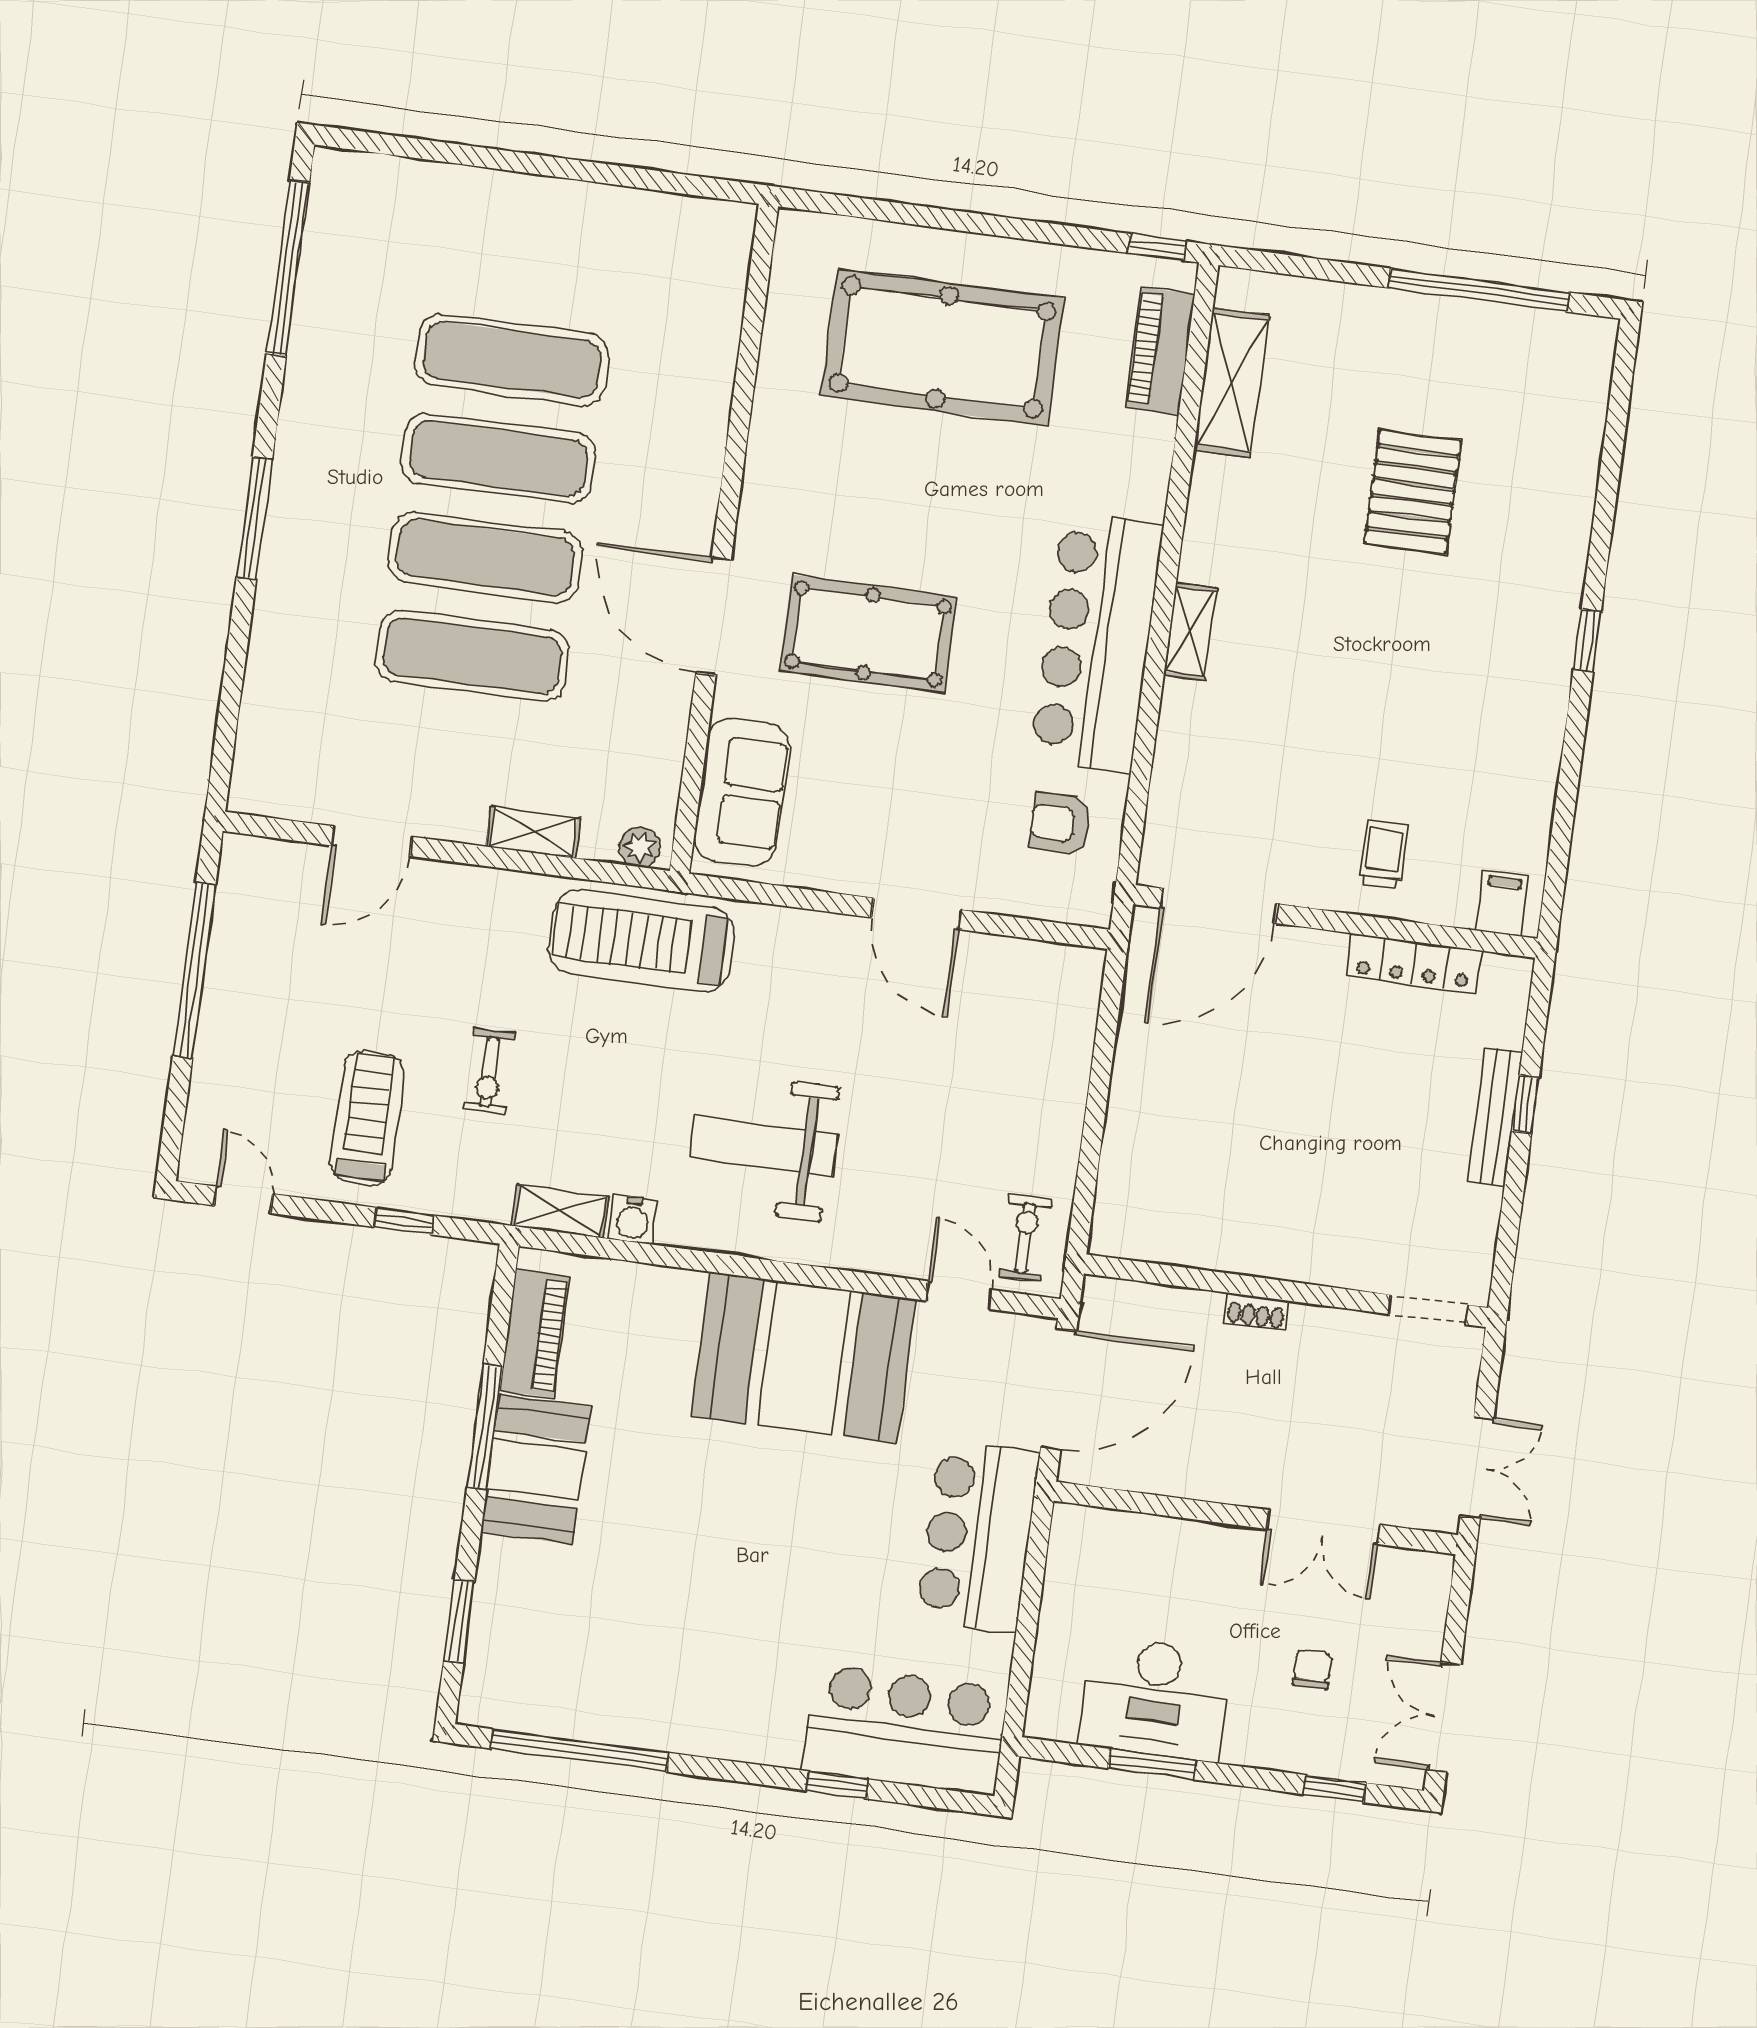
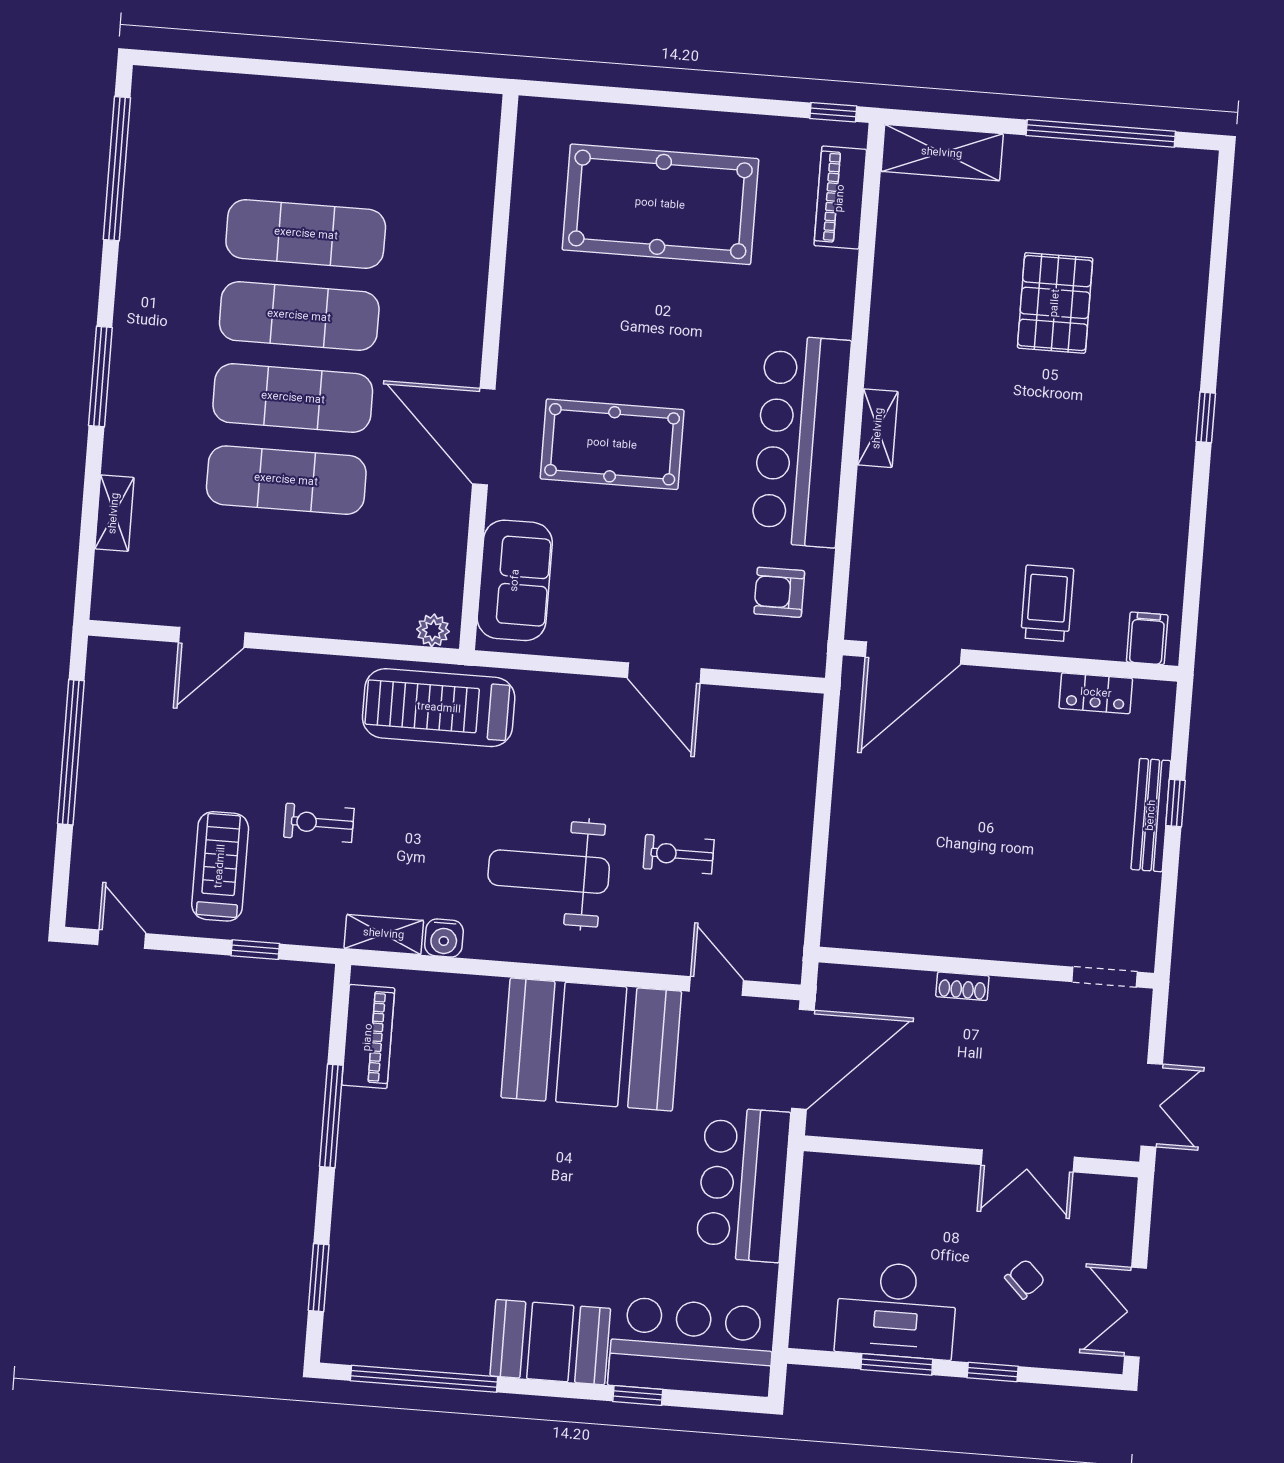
shelving: (1232, 382) -> (942, 153), moved, turned 90
shelving: (533, 832) -> (114, 513), moved, turned 90
trolley: (1383, 854) -> (1047, 603), width x1.36, depth x1.39
locker: (1414, 963) -> (1096, 693), width x0.66
exercise bike: (489, 1072) -> (319, 823), turned 90
exercise bike: (1025, 1238) -> (679, 854), moved, turned -90
booth: (536, 1469) -> (550, 1342), moved, turned 90
chair: (1312, 1669) -> (1025, 1279), turned 45
window: (1335, 1789) -> (993, 1372), moved

